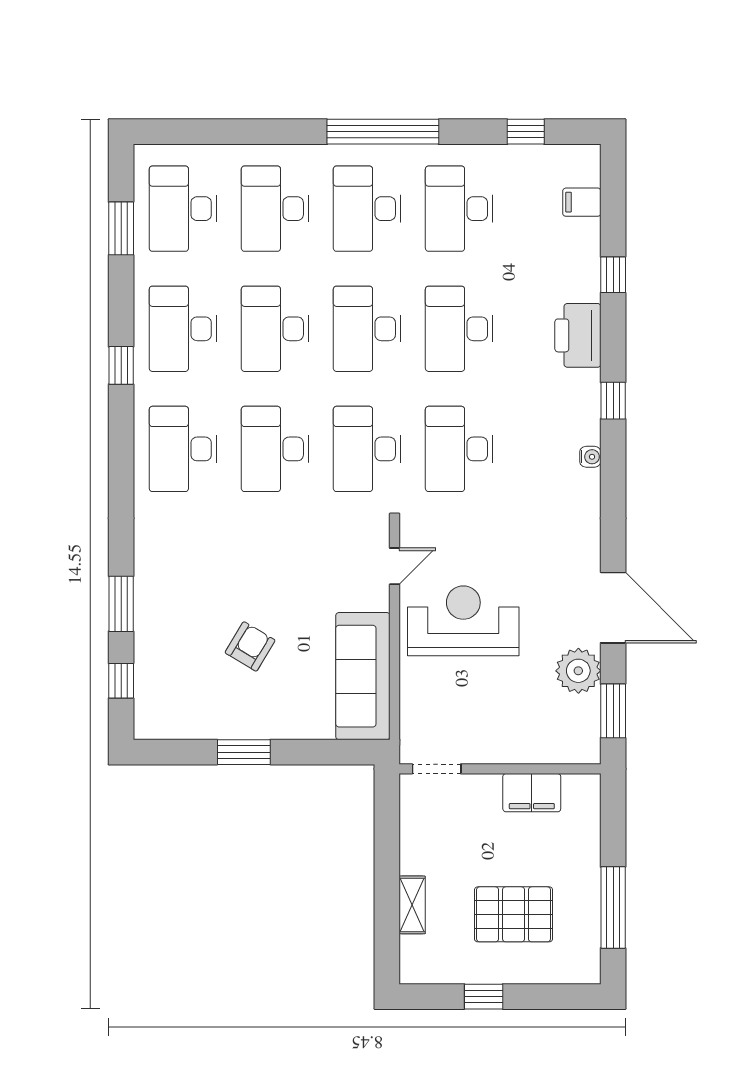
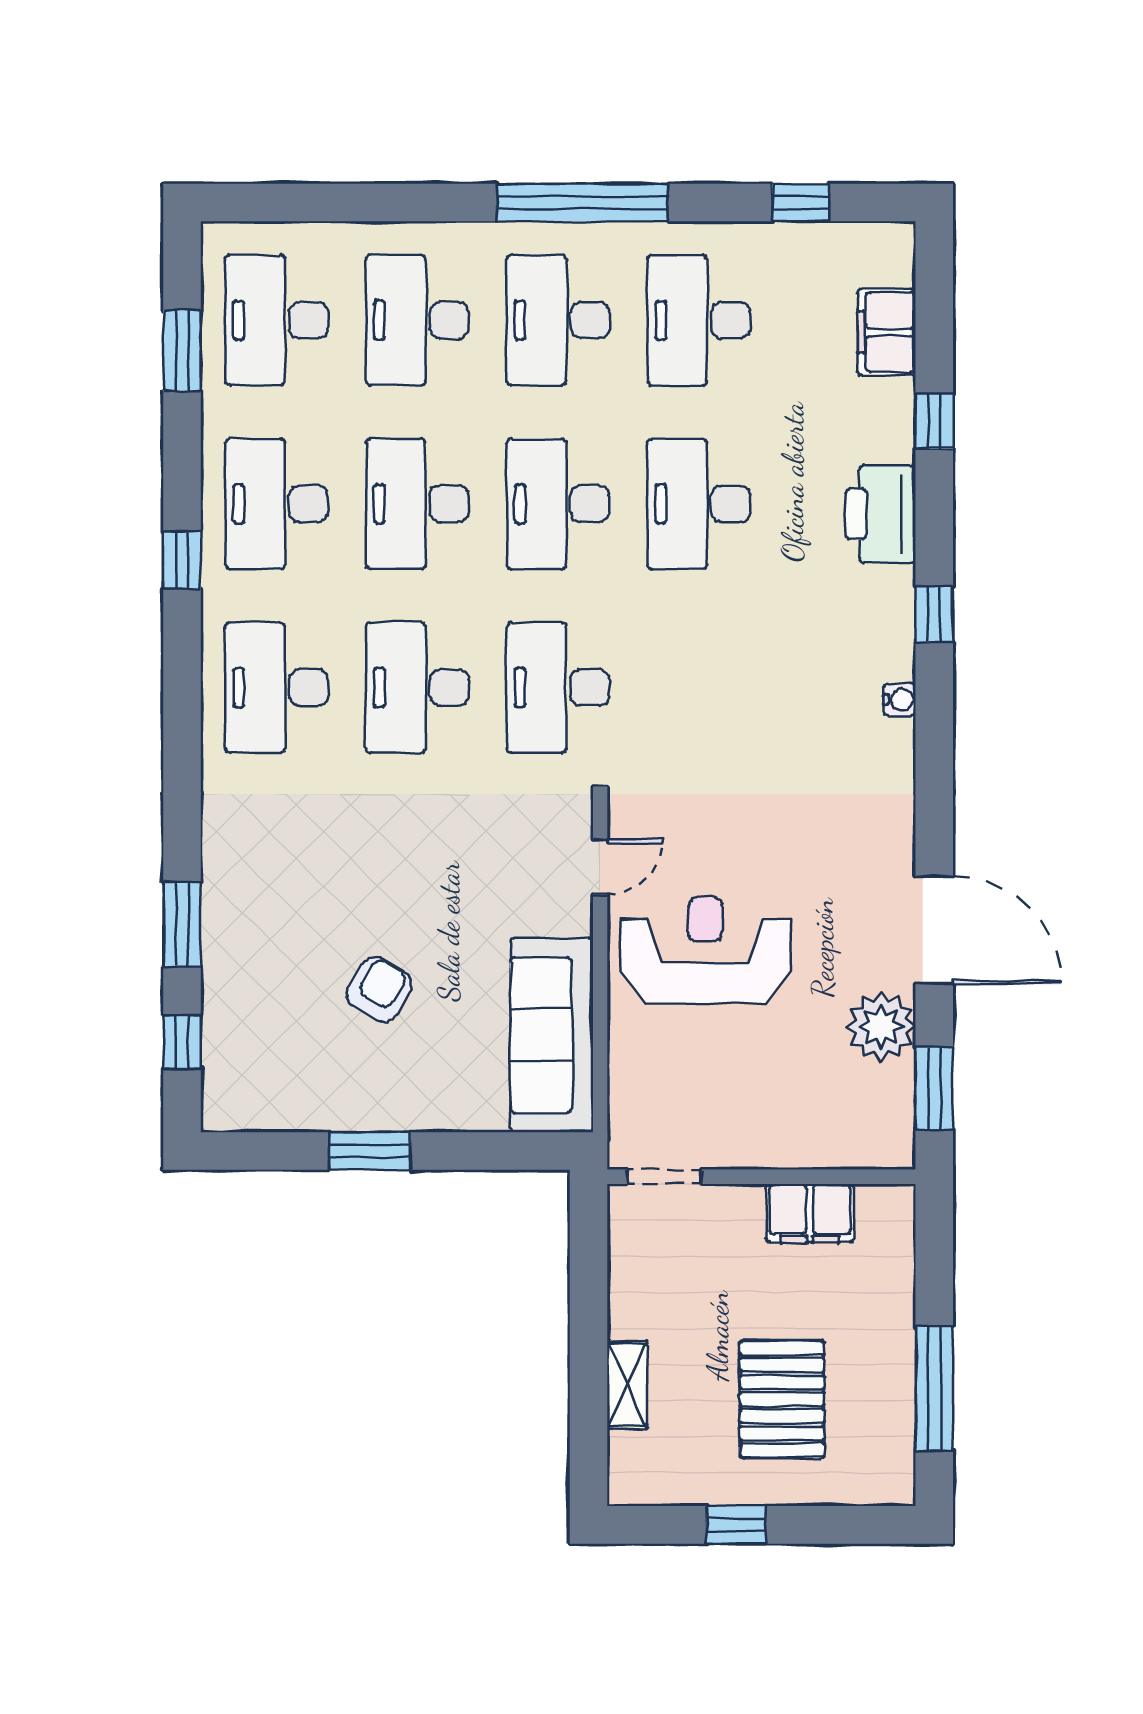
filing cabinet: (582, 202) -> (887, 332), width x2.00
desk: (459, 449) -> (699, 688), removed
pallet: (514, 914) -> (782, 1399), turned 90

